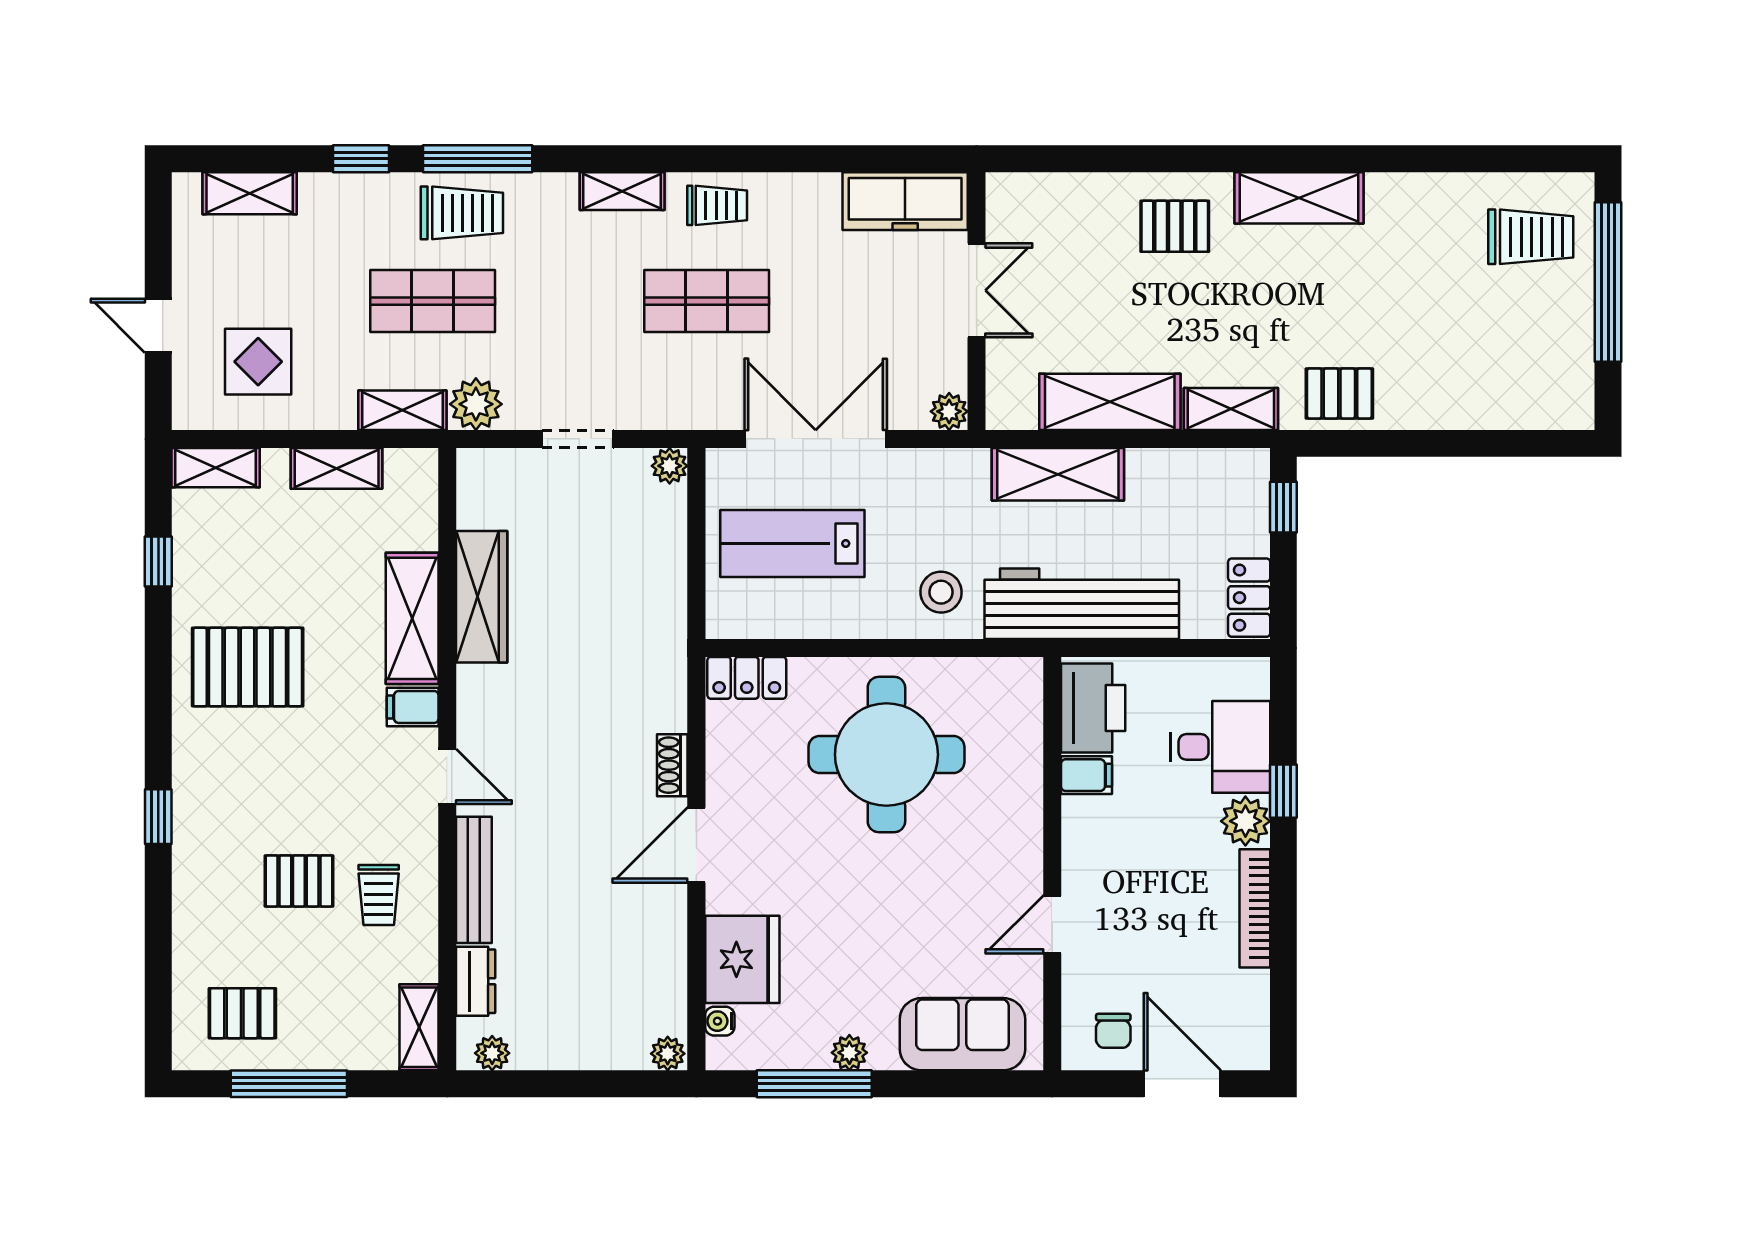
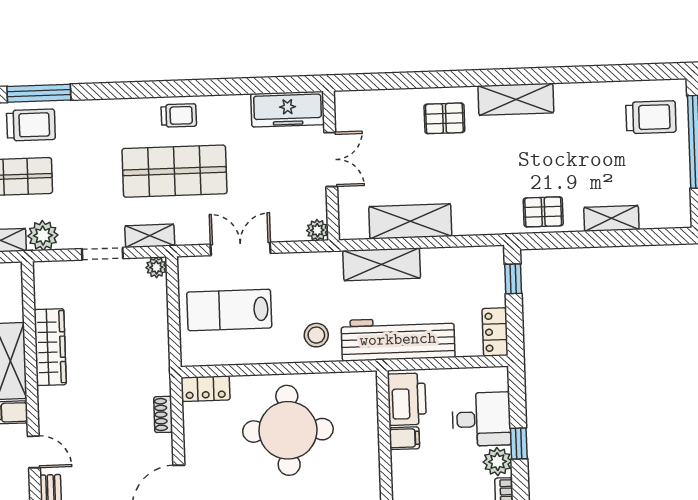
shelving: (622, 191) -> (150, 236), moved
shop shelf: (707, 301) -> (174, 171), width x1.43, depth x1.36
shelving: (1231, 409) -> (611, 218), moved
double door: (816, 439) -> (241, 249), width x0.73
shoe rack: (672, 765) -> (163, 414), moved

